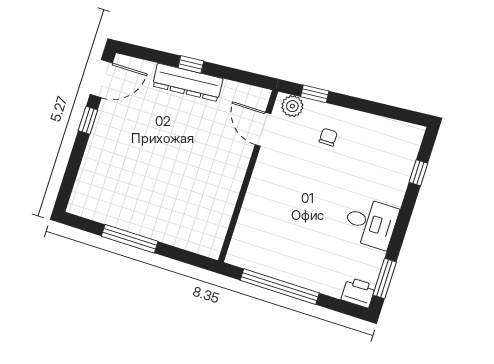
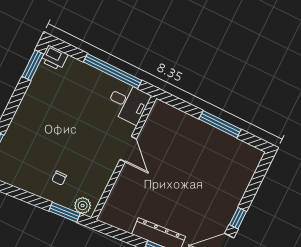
window: (315, 94) -> (64, 212), width x1.50
door: (263, 129) -> (128, 149), moved
desk: (371, 223) -> (128, 103), moved, turned 180

